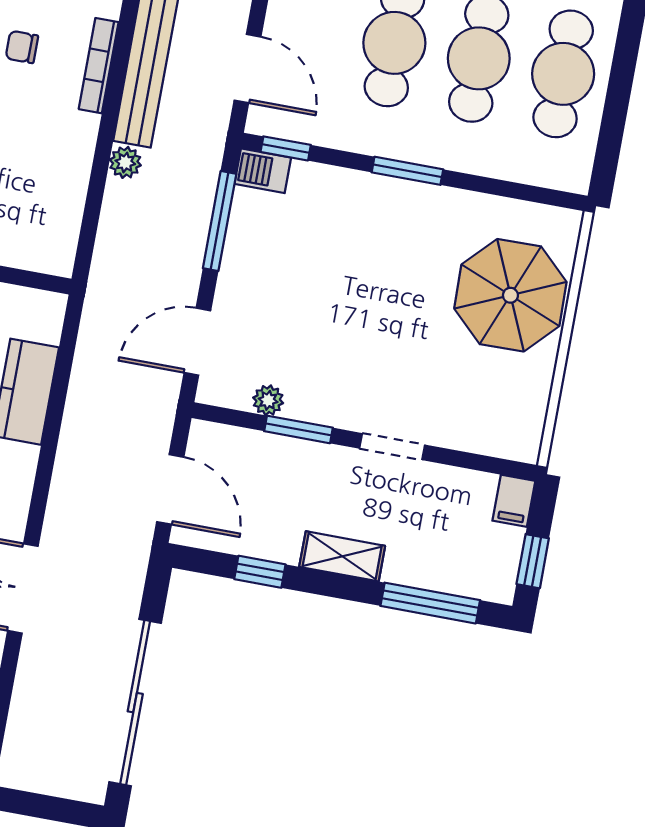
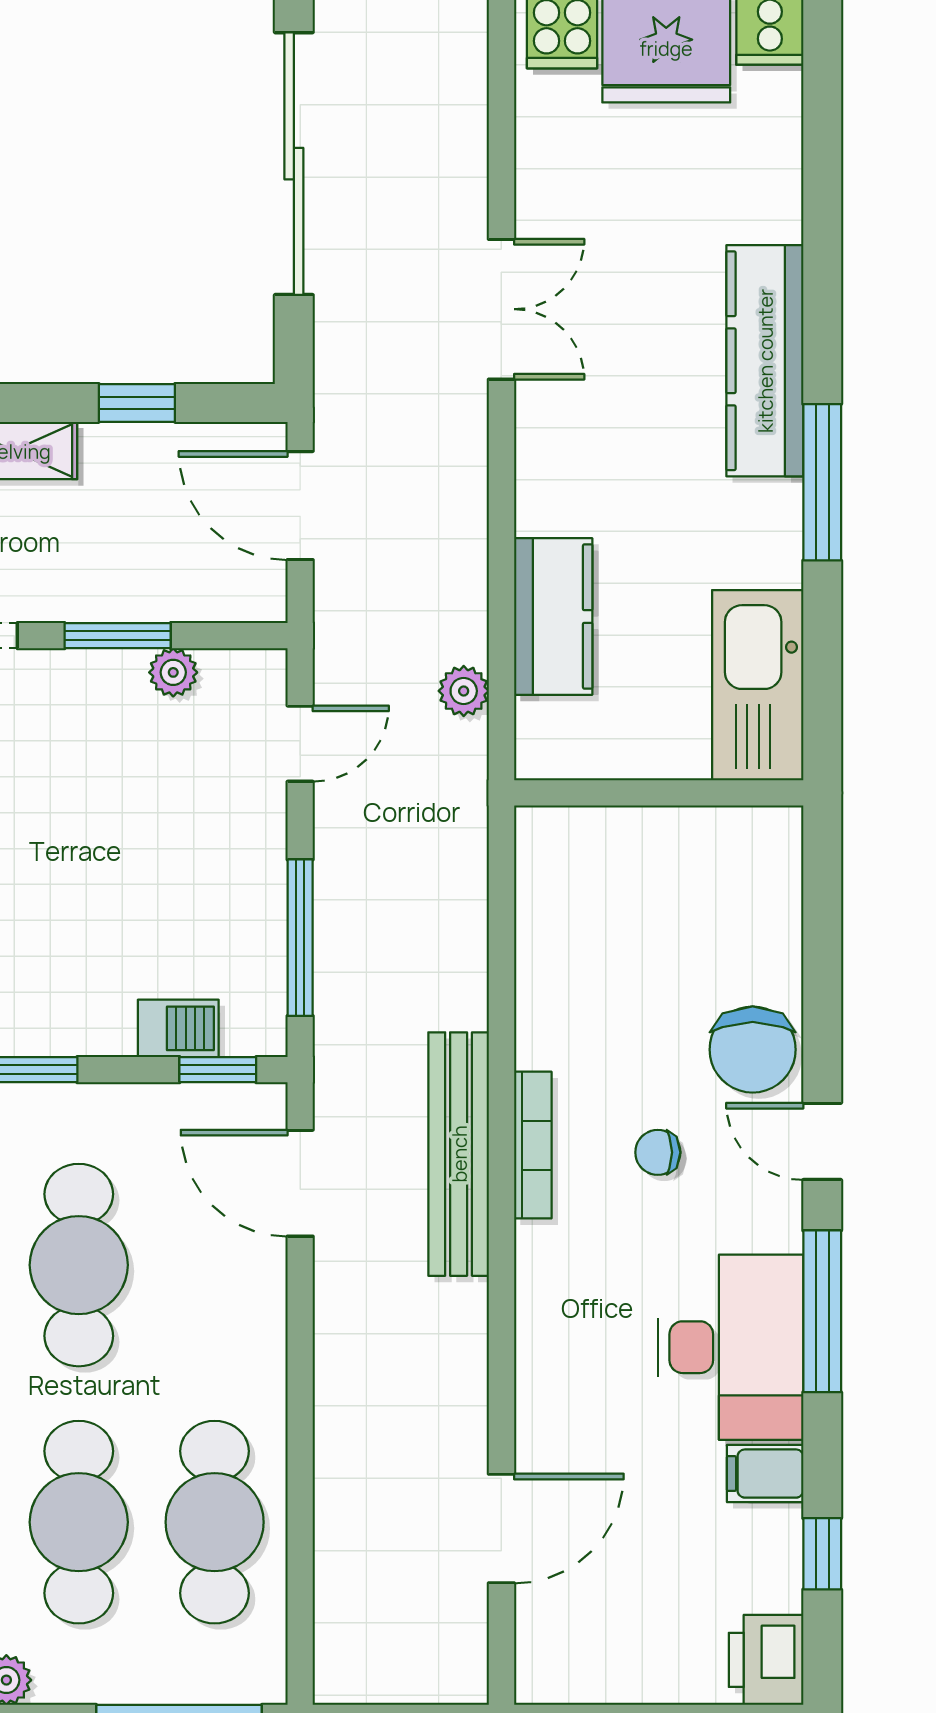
chair: (22, 47) -> (658, 1152), turned 180
plant: (125, 162) -> (464, 691), moved
barbecue: (263, 171) -> (178, 1028), moved
door: (197, 342) -> (300, 744), width x0.73

